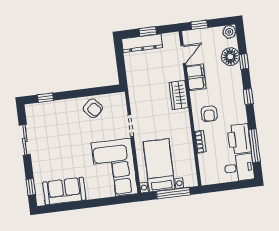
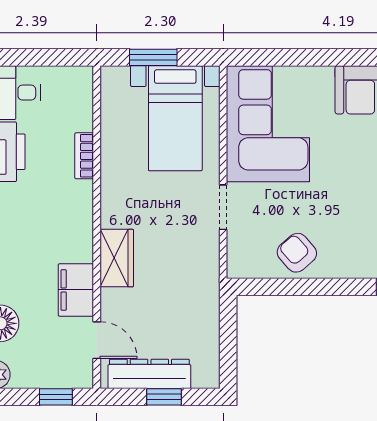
dresser: (142, 43) -> (149, 374), moved
door: (183, 54) -> (97, 340), swing flipped
armchair: (209, 114) -> (59, 211), removed
window: (173, 193) -> (153, 57), width x0.69

